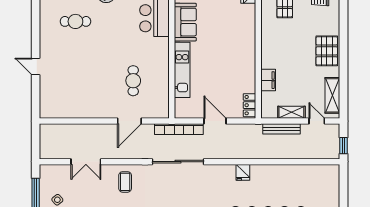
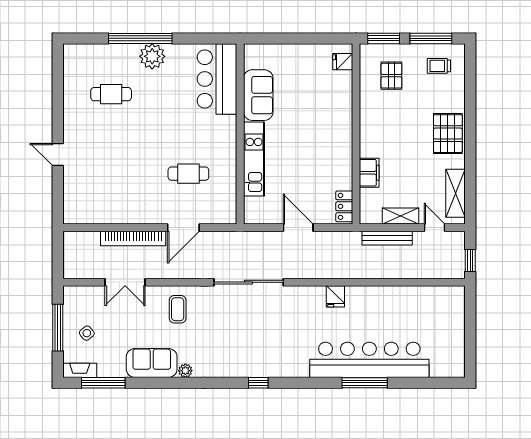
cafe table: (133, 81) -> (188, 174), turned 90
bookcase: (179, 129) -> (133, 238), moved

